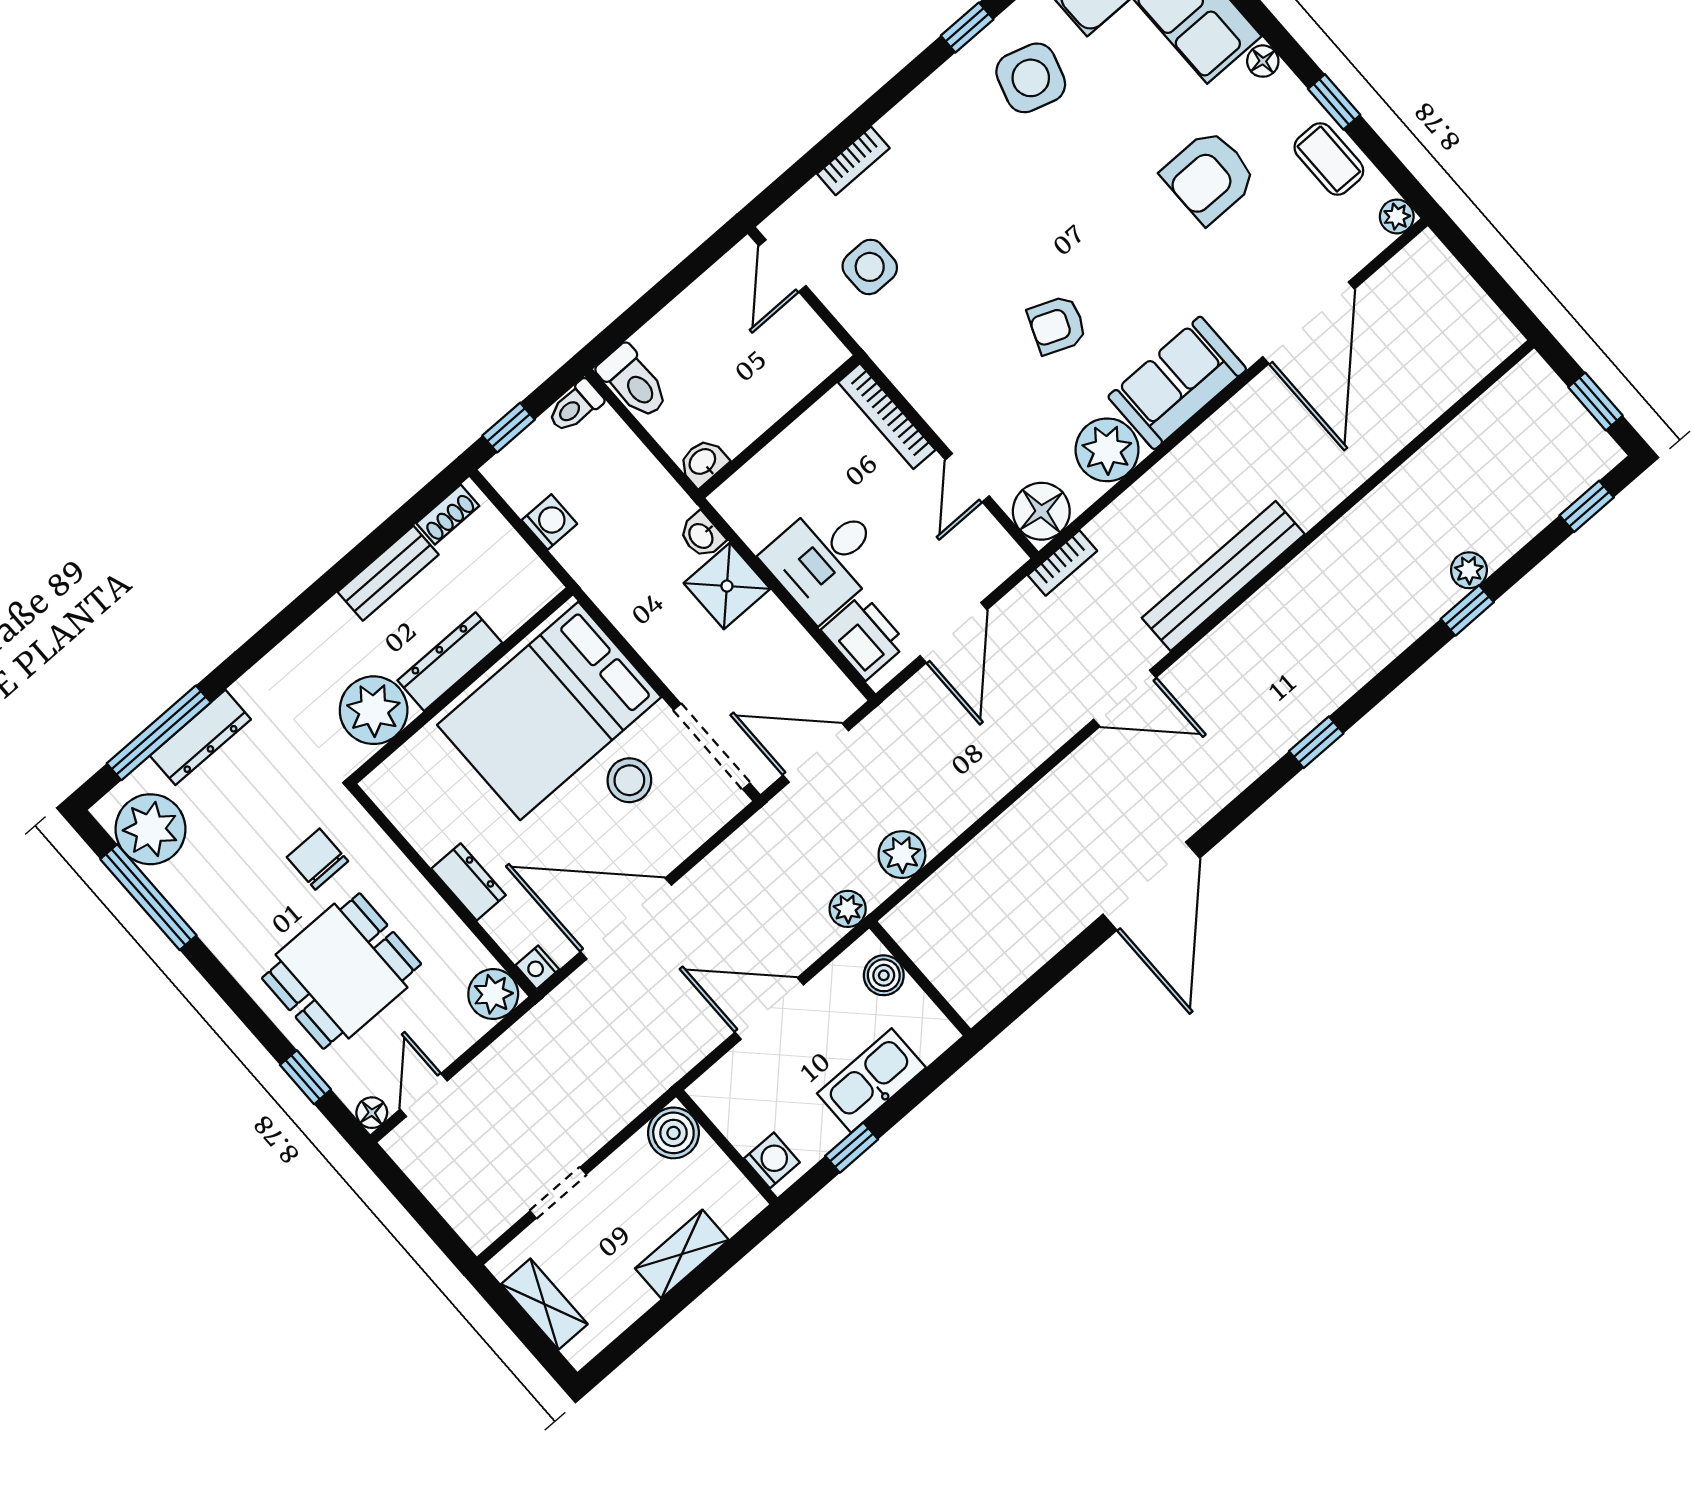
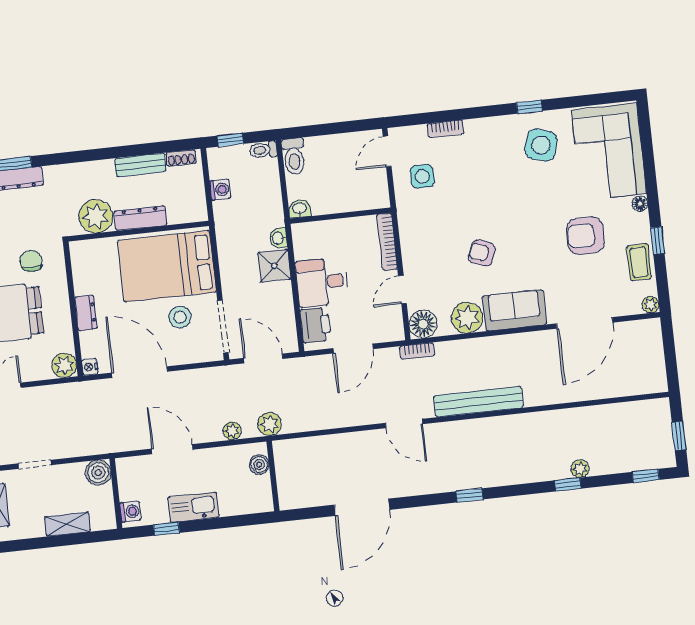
boiler: (884, 975) -> (259, 465), moved
wall: (920, 978) -> (273, 476), moved

